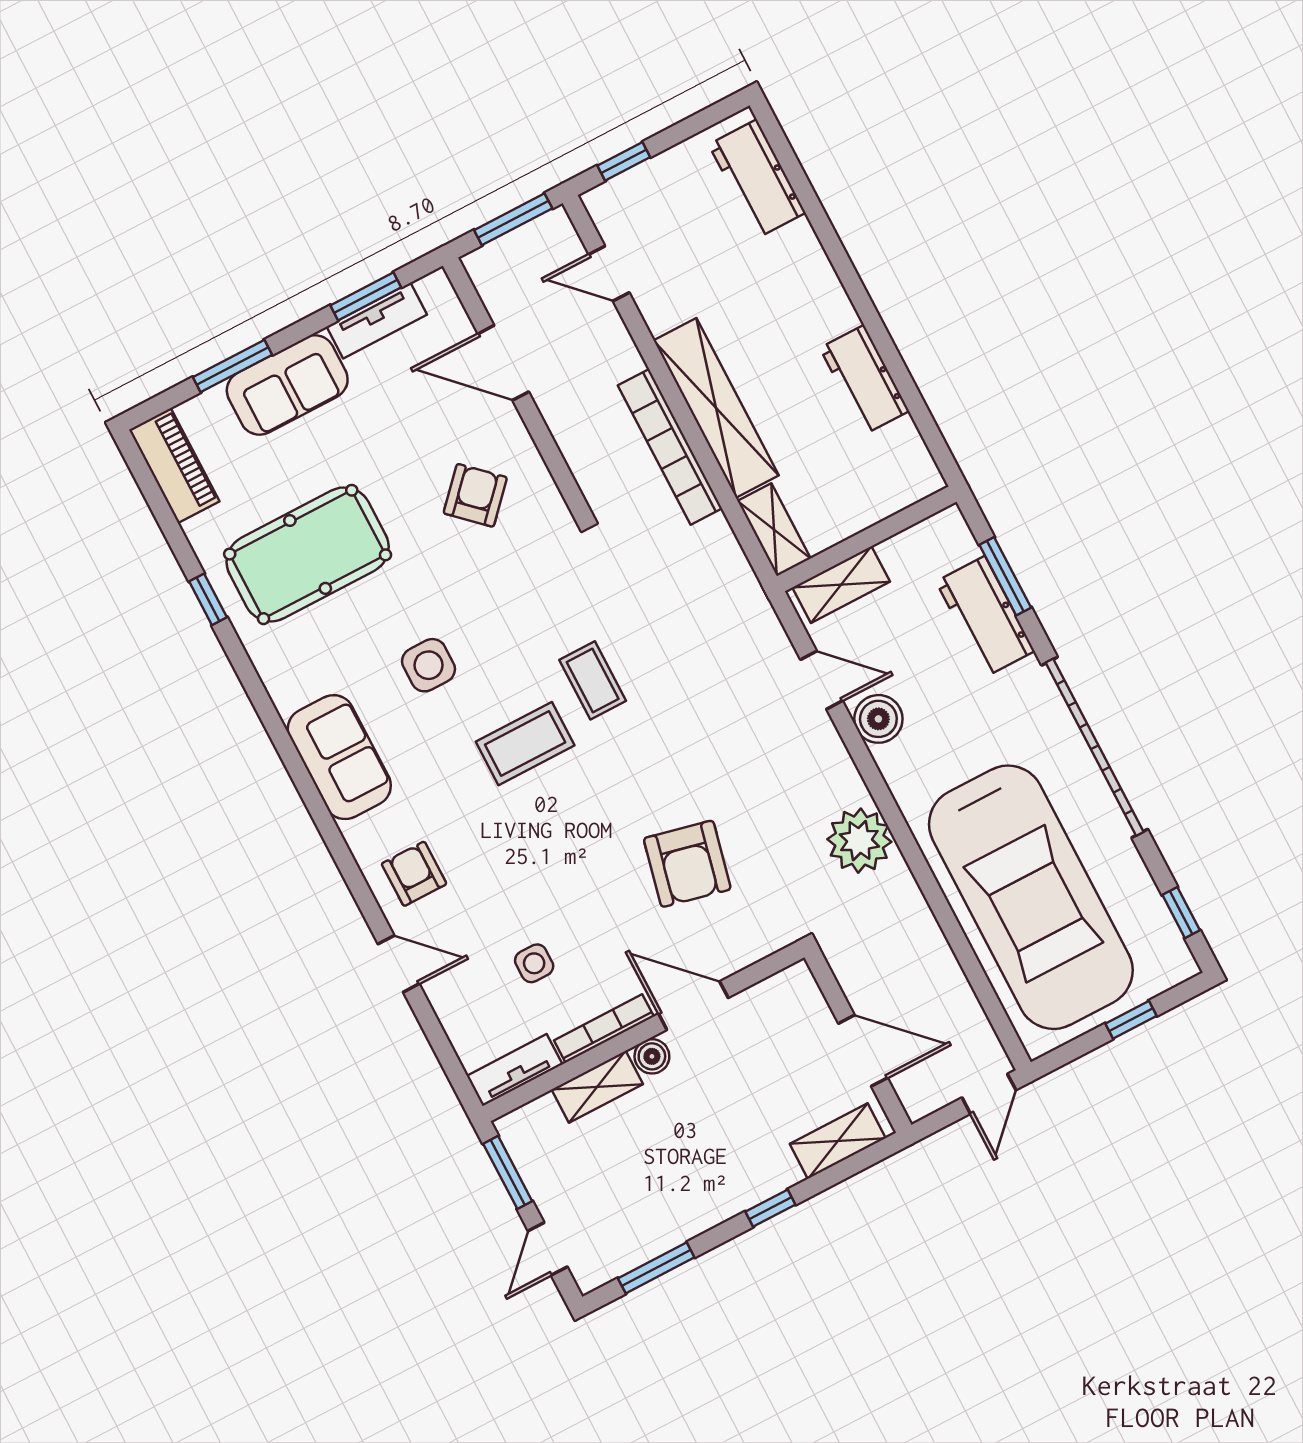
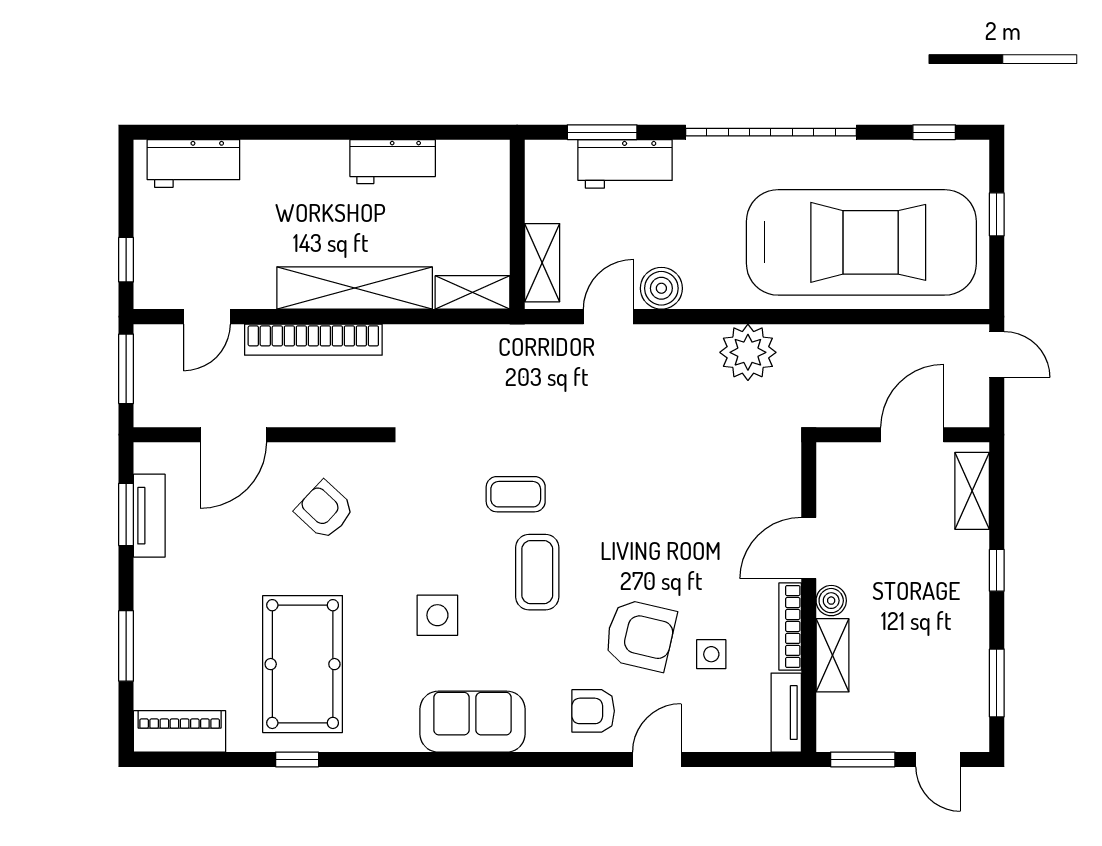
sofa: (287, 385) -> (163, 611), removed
bookcase: (670, 447) -> (313, 340), moved
armchair: (687, 864) -> (640, 635), moved

